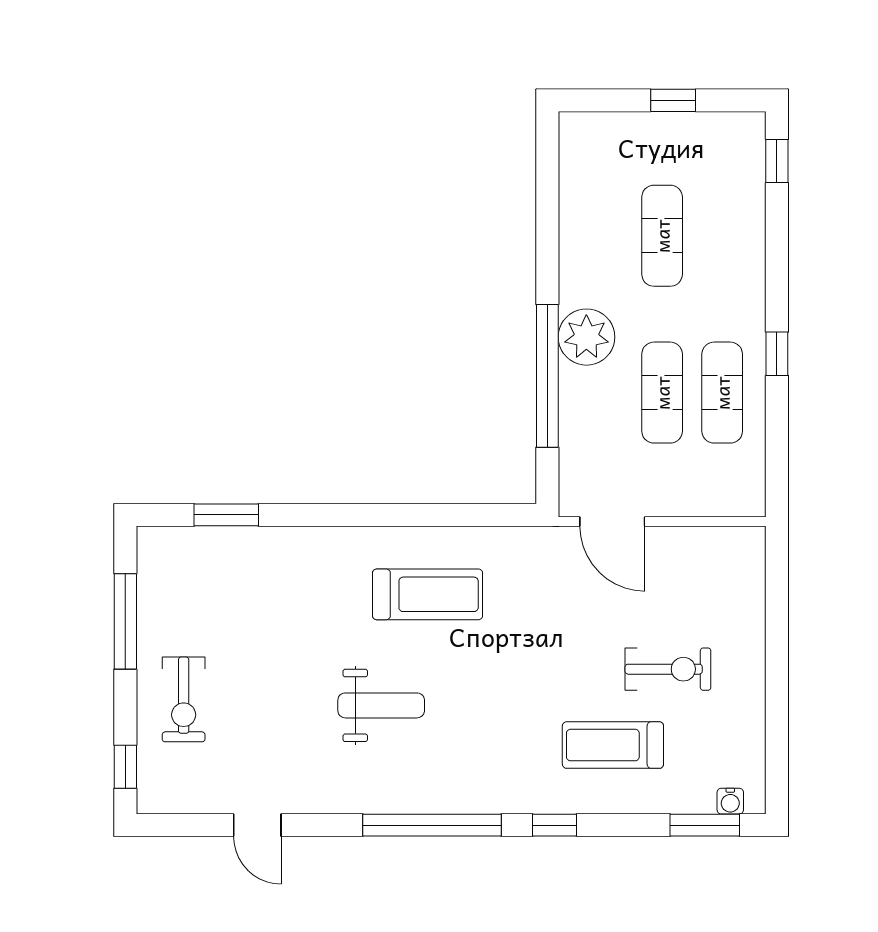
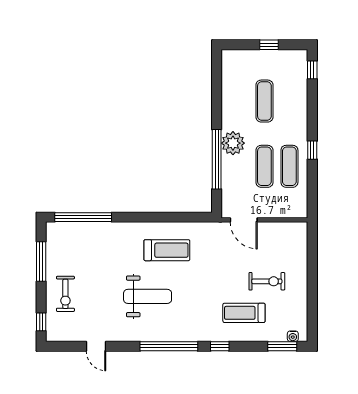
window: (226, 515) -> (83, 217), width x2.11
weight bench: (381, 705) -> (148, 296), width x1.36, depth x1.33

